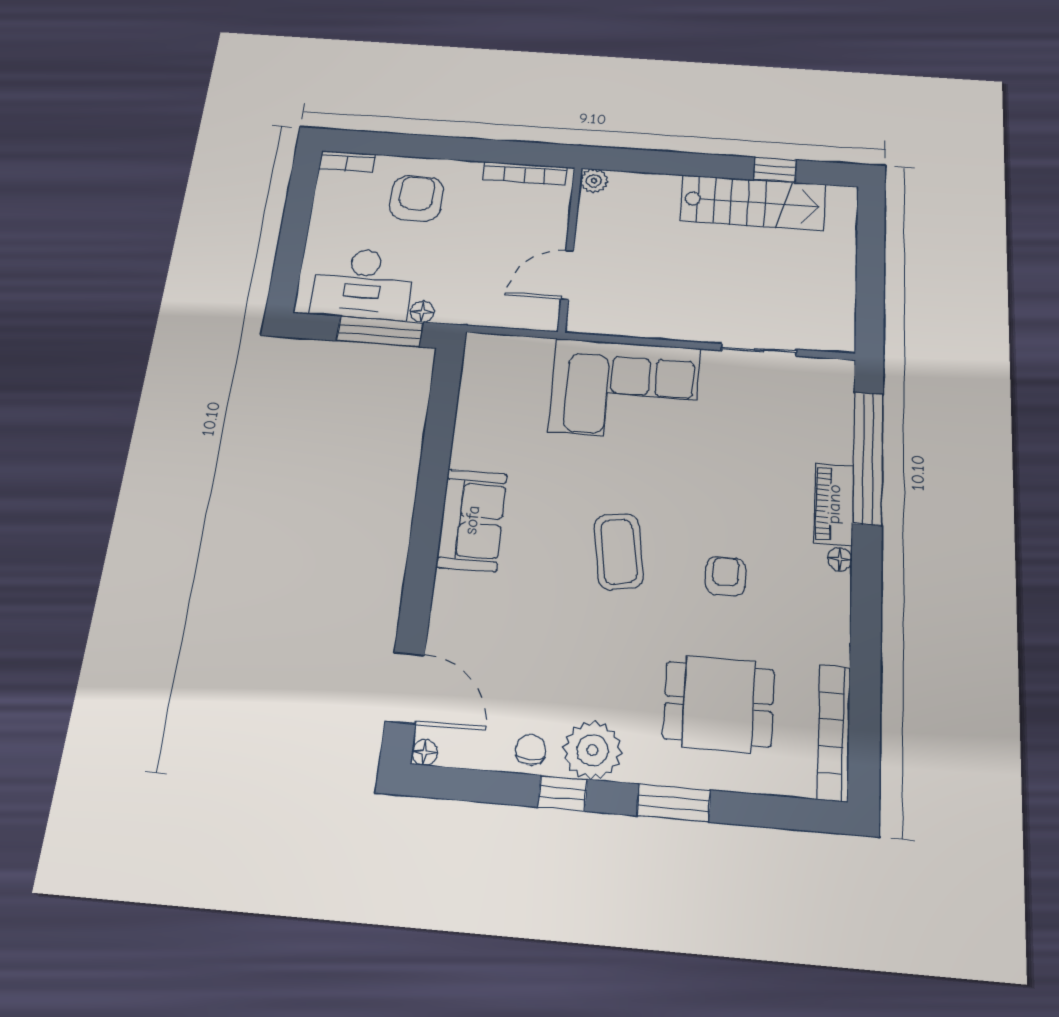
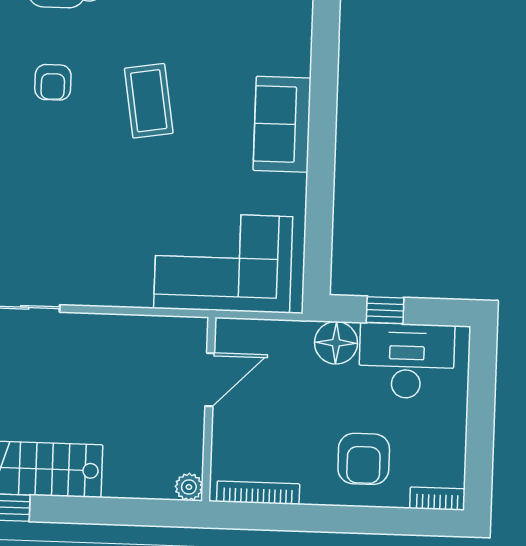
floor lamp: (422, 312) -> (336, 343), width x1.89, depth x1.89
window: (380, 332) -> (385, 310), width x0.46
corner sofa: (625, 390) -> (223, 263), moved

